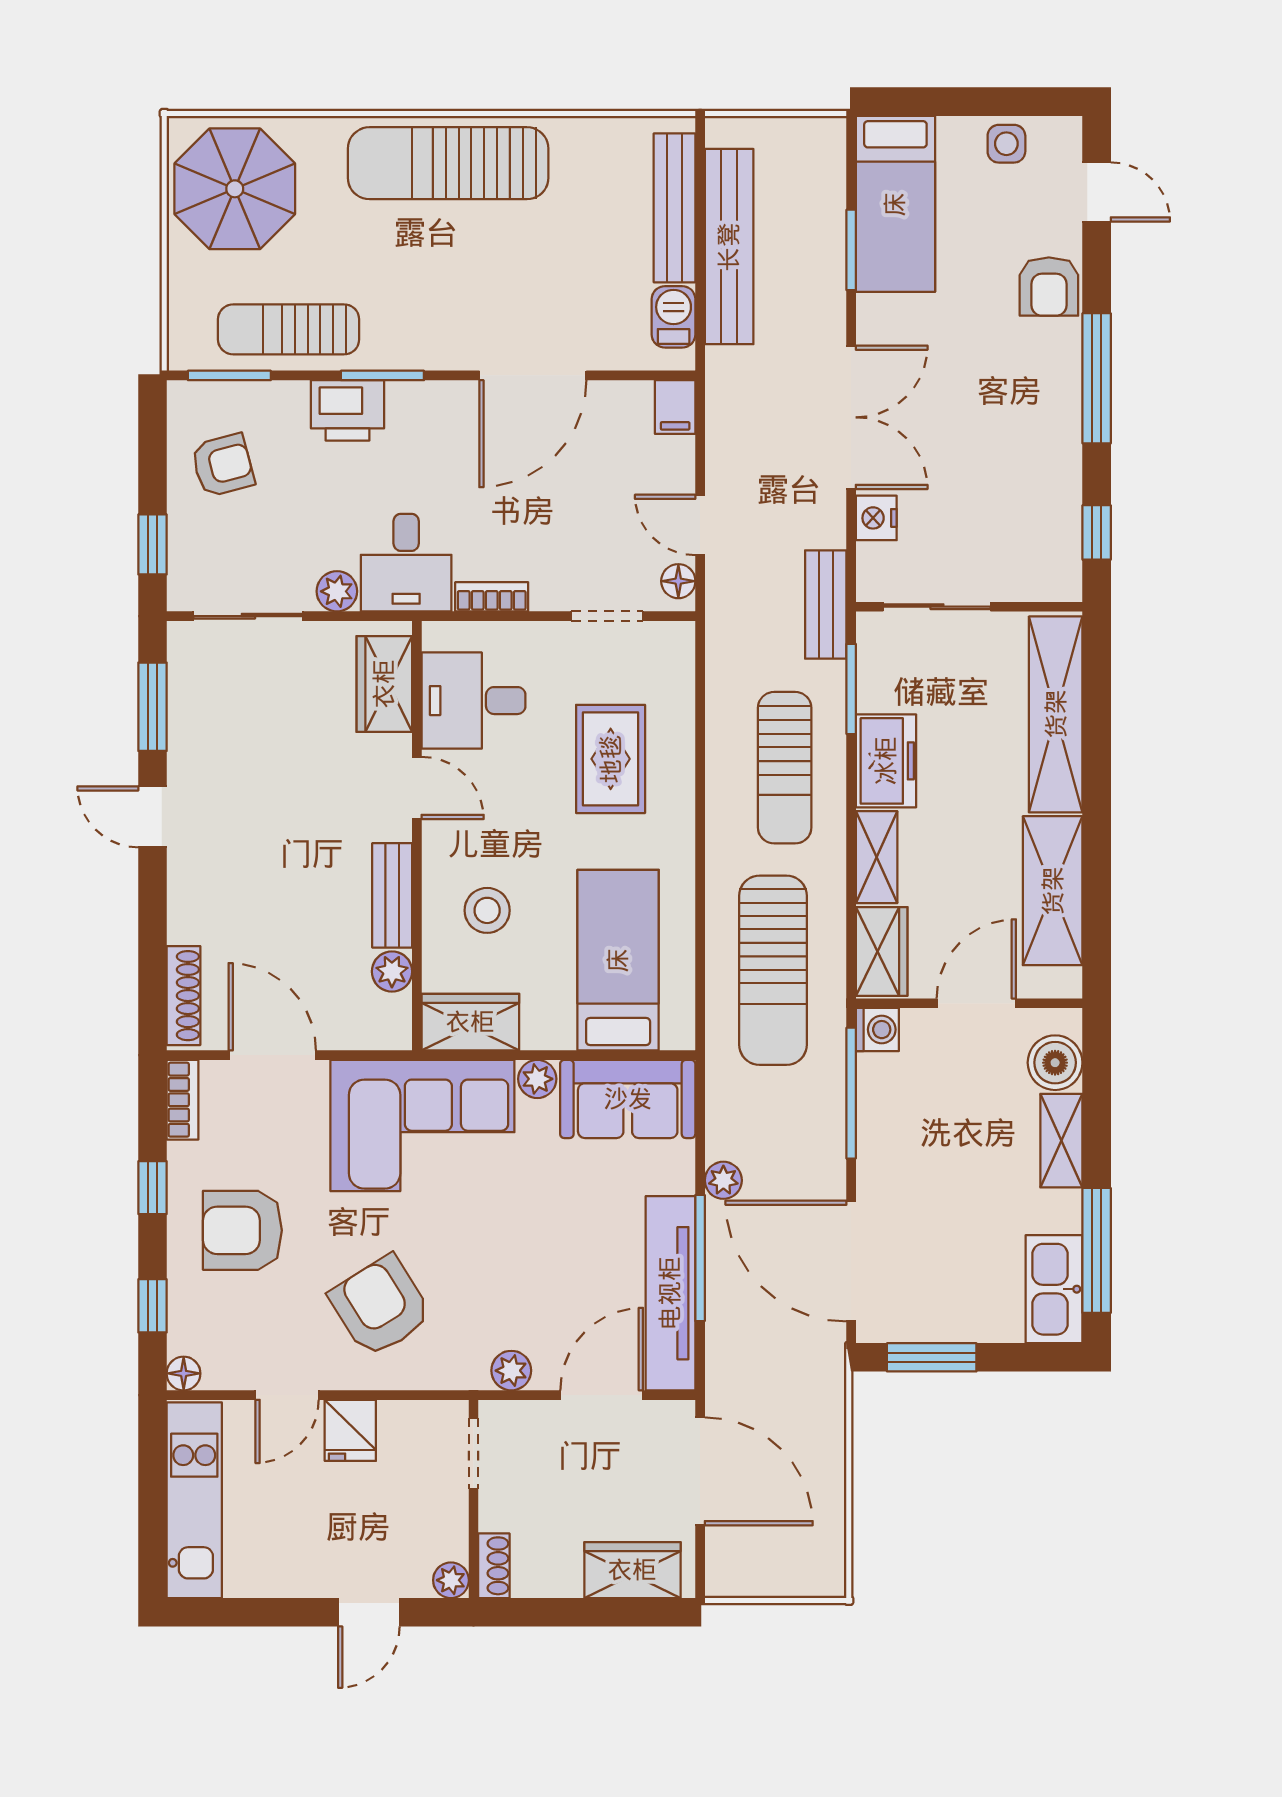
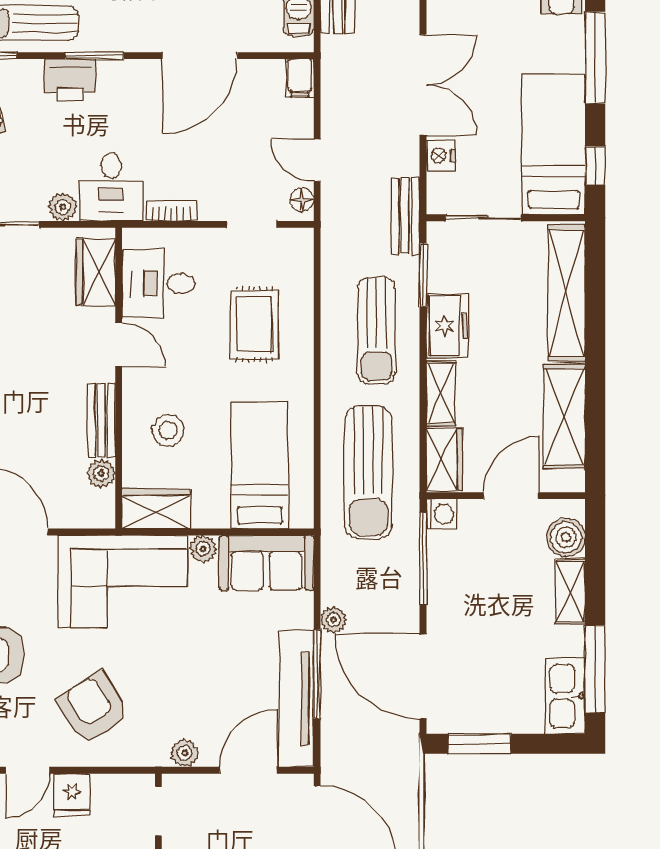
bed: (1037, 502) -> (554, 144), added

